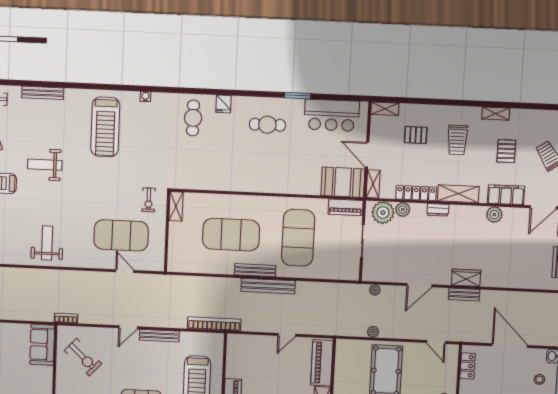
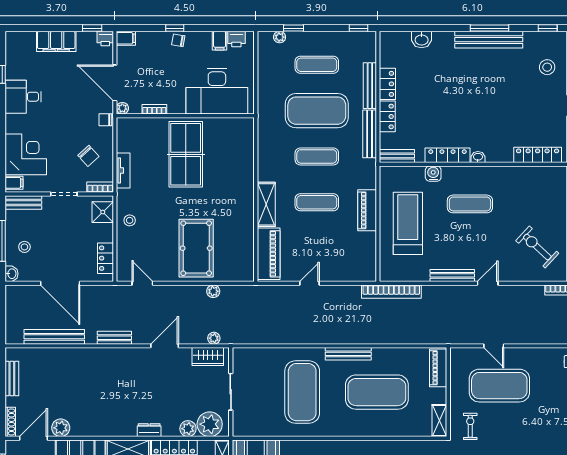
piano: (346, 207) -> (438, 368), moved, turned -90
plant: (494, 215) -> (61, 428), moved
wardrobe: (466, 278) -> (208, 357), moved
bench: (268, 286) -> (54, 337), moved

